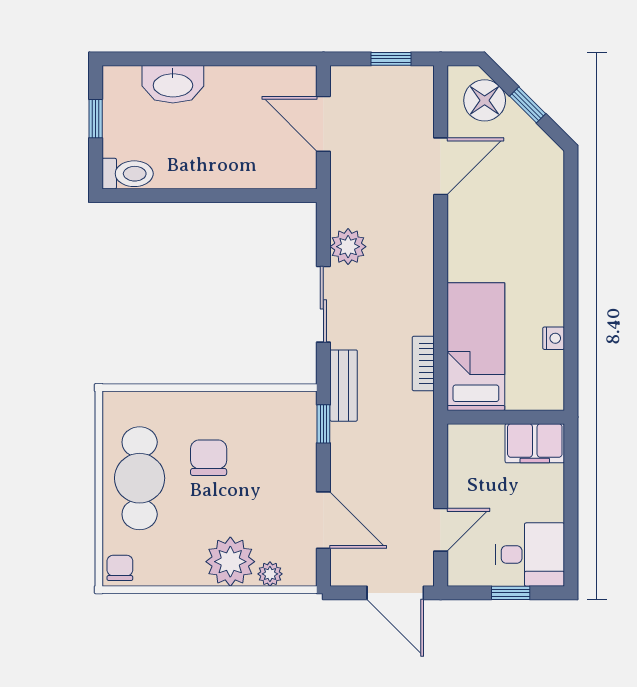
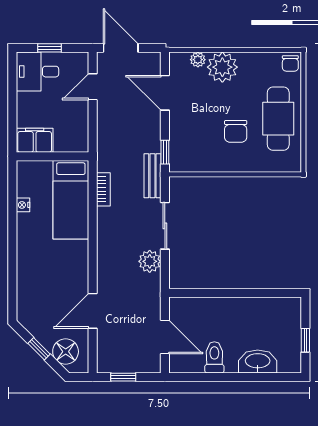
toilet: (128, 174) -> (214, 357), moved, turned 90

